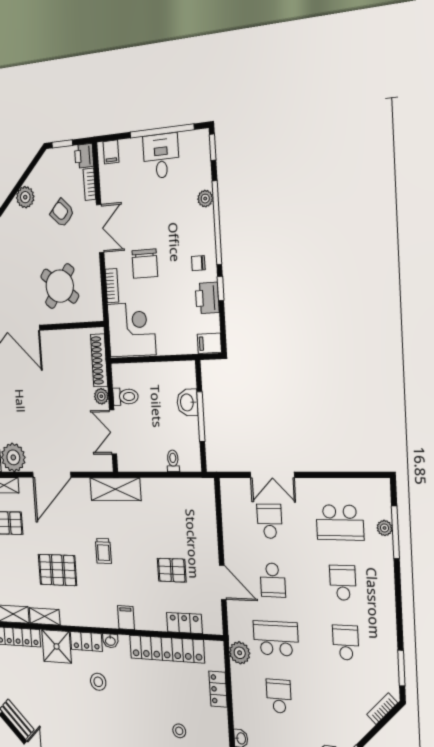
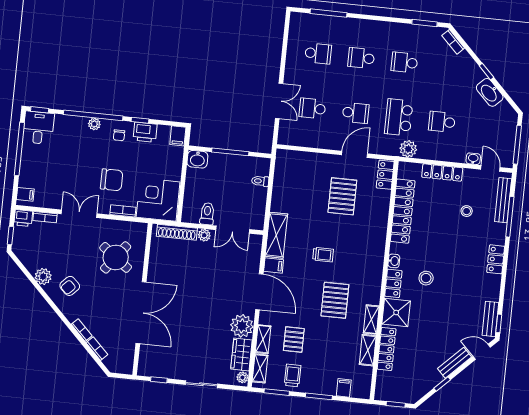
desk: (161, 156) -> (38, 128), moved, turned 90
plant: (205, 199) -> (94, 124), moved
armchair: (62, 213) -> (70, 286), moved
washbasin: (187, 402) -> (197, 159), moved
school desk: (340, 522) -> (318, 54), width x0.54
plant: (385, 528) -> (325, 21), removed
pallet: (172, 570) -> (342, 196), width x1.50, depth x1.42
filing cabinet: (126, 618) -> (274, 265), moved, turned 180
locker: (184, 623) -> (385, 175), moved
locker: (218, 689) -> (442, 173), width x1.53

